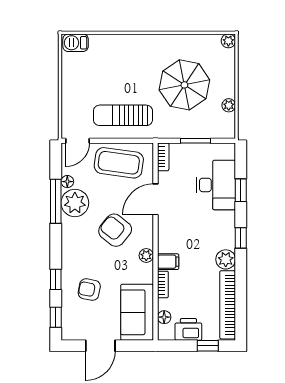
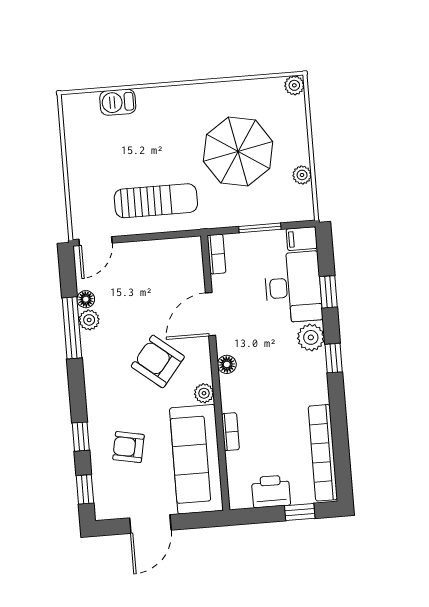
barbecue: (76, 43) -> (118, 102), moved
sun lounger: (123, 115) -> (156, 201), turned 180
coffee table: (119, 163) -> (155, 267), removed
plant: (75, 203) -> (89, 320), width x0.53, depth x0.53
plant: (226, 259) -> (311, 337), moved
filing cabinet: (168, 262) -> (302, 239), moved, turned 180
sofa: (137, 312) -> (196, 459), width x1.36
floor lamp: (164, 317) -> (227, 364), moved

